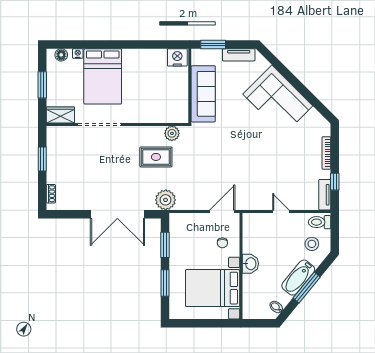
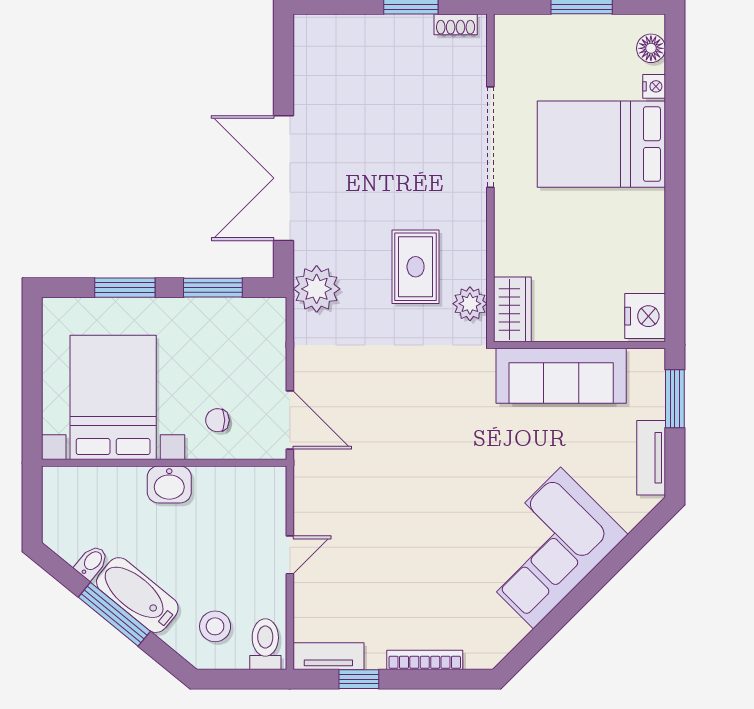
wardrobe: (60, 115) -> (512, 309), moved
shoe rack: (51, 194) -> (456, 24), moved
bidet: (276, 307) -> (92, 562), moved

